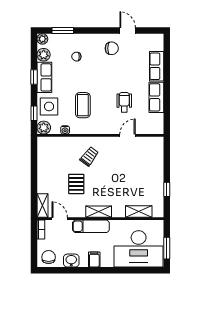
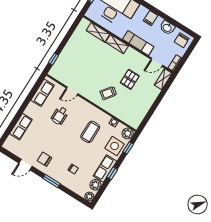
window: (63, 31) -> (52, 181), moved
door: (128, 31) -> (26, 165), hinge flipped
row of seats: (156, 97) -> (42, 93), moved
window: (167, 189) -> (53, 59), moved
shelving: (99, 212) -> (117, 44), moved
door: (60, 219) -> (157, 62), hinge flipped

